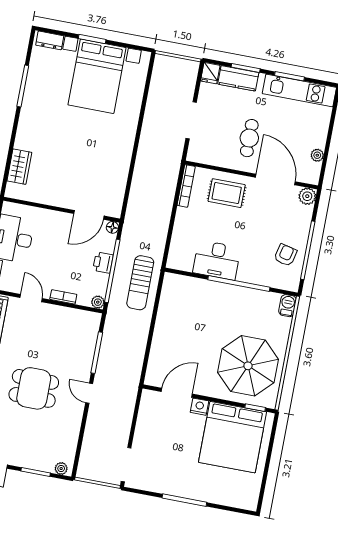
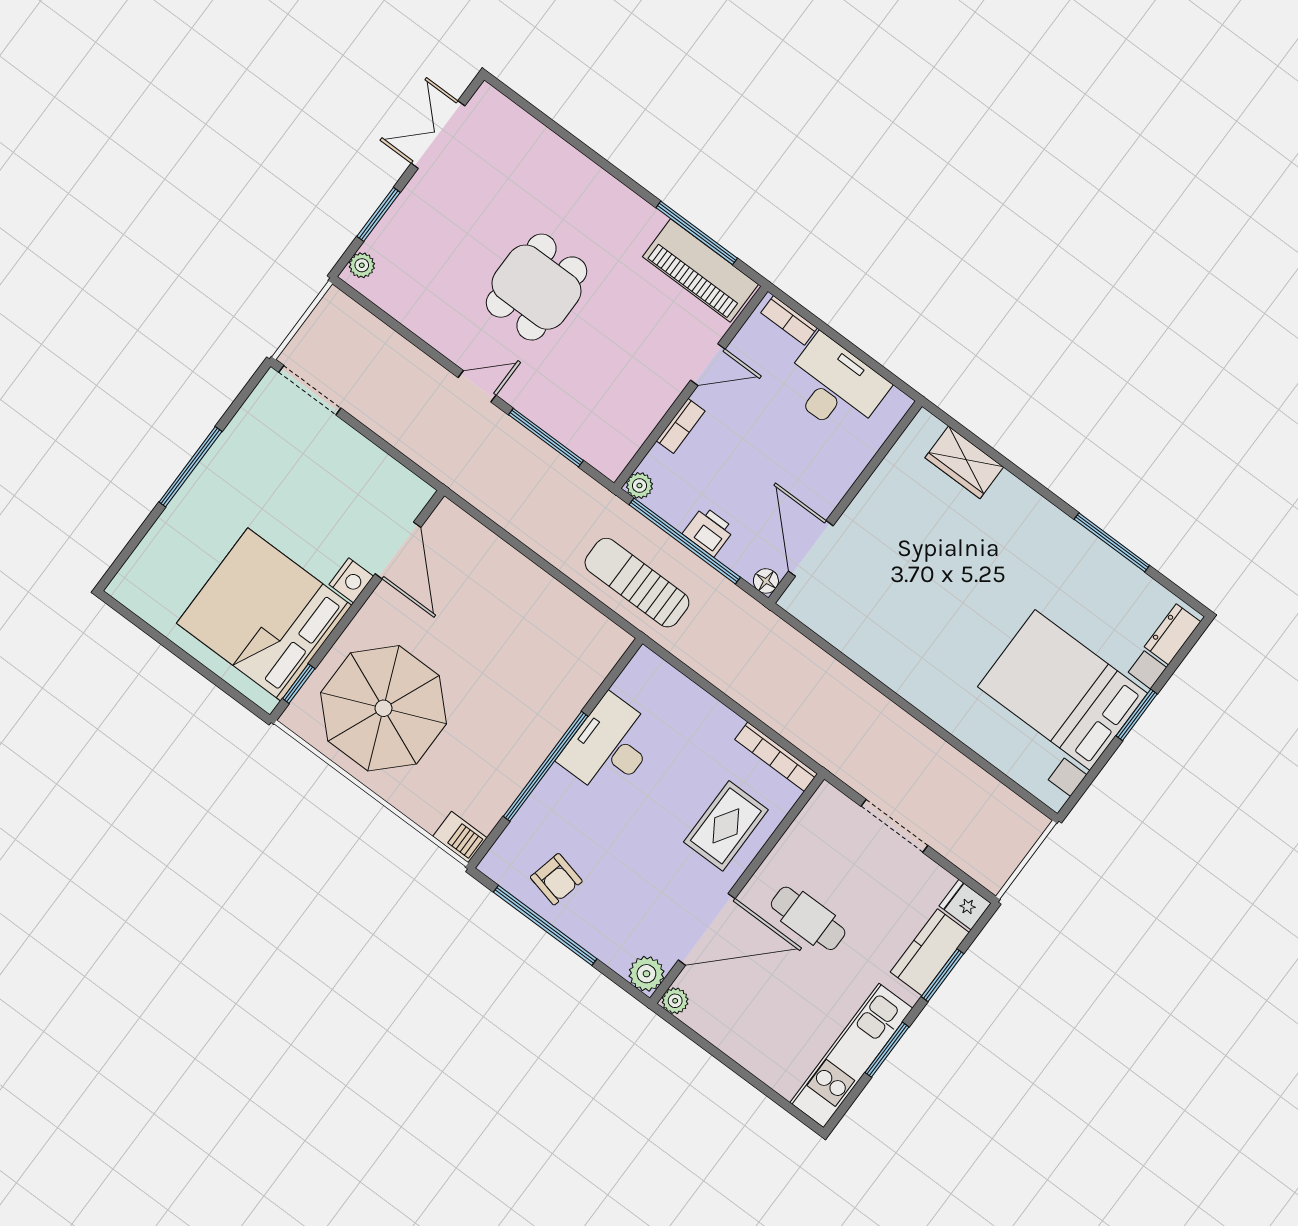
plant: (317, 155) -> (675, 1001), moved

